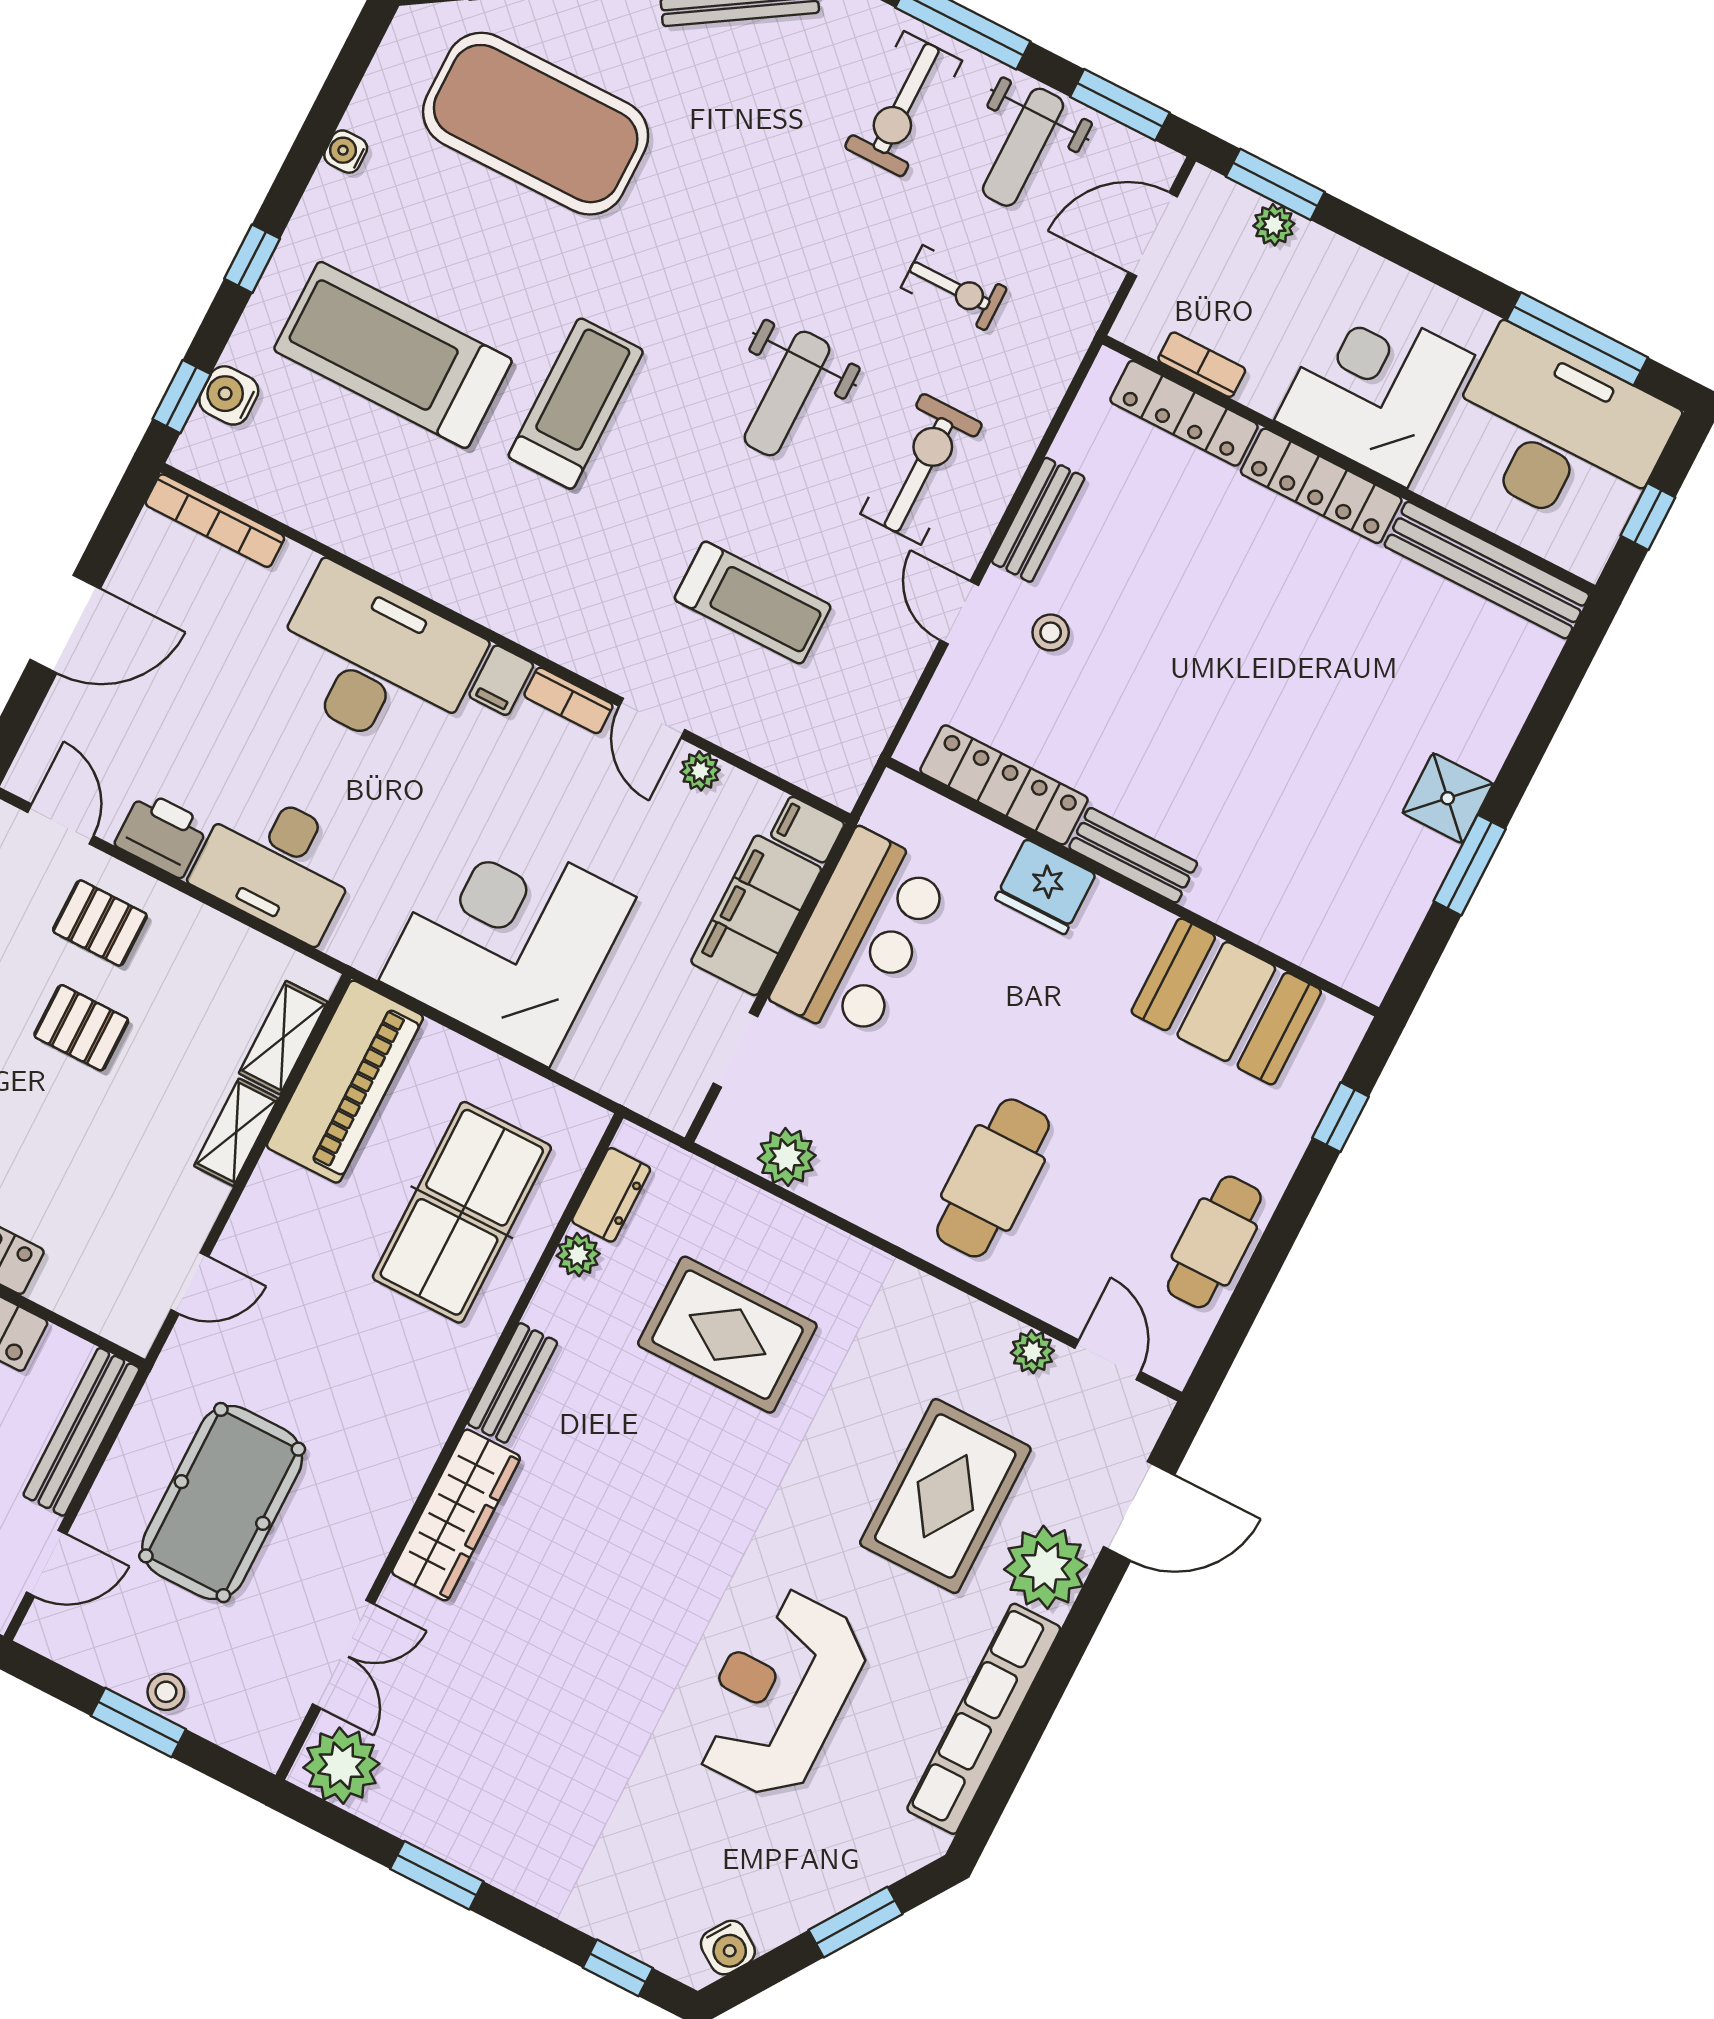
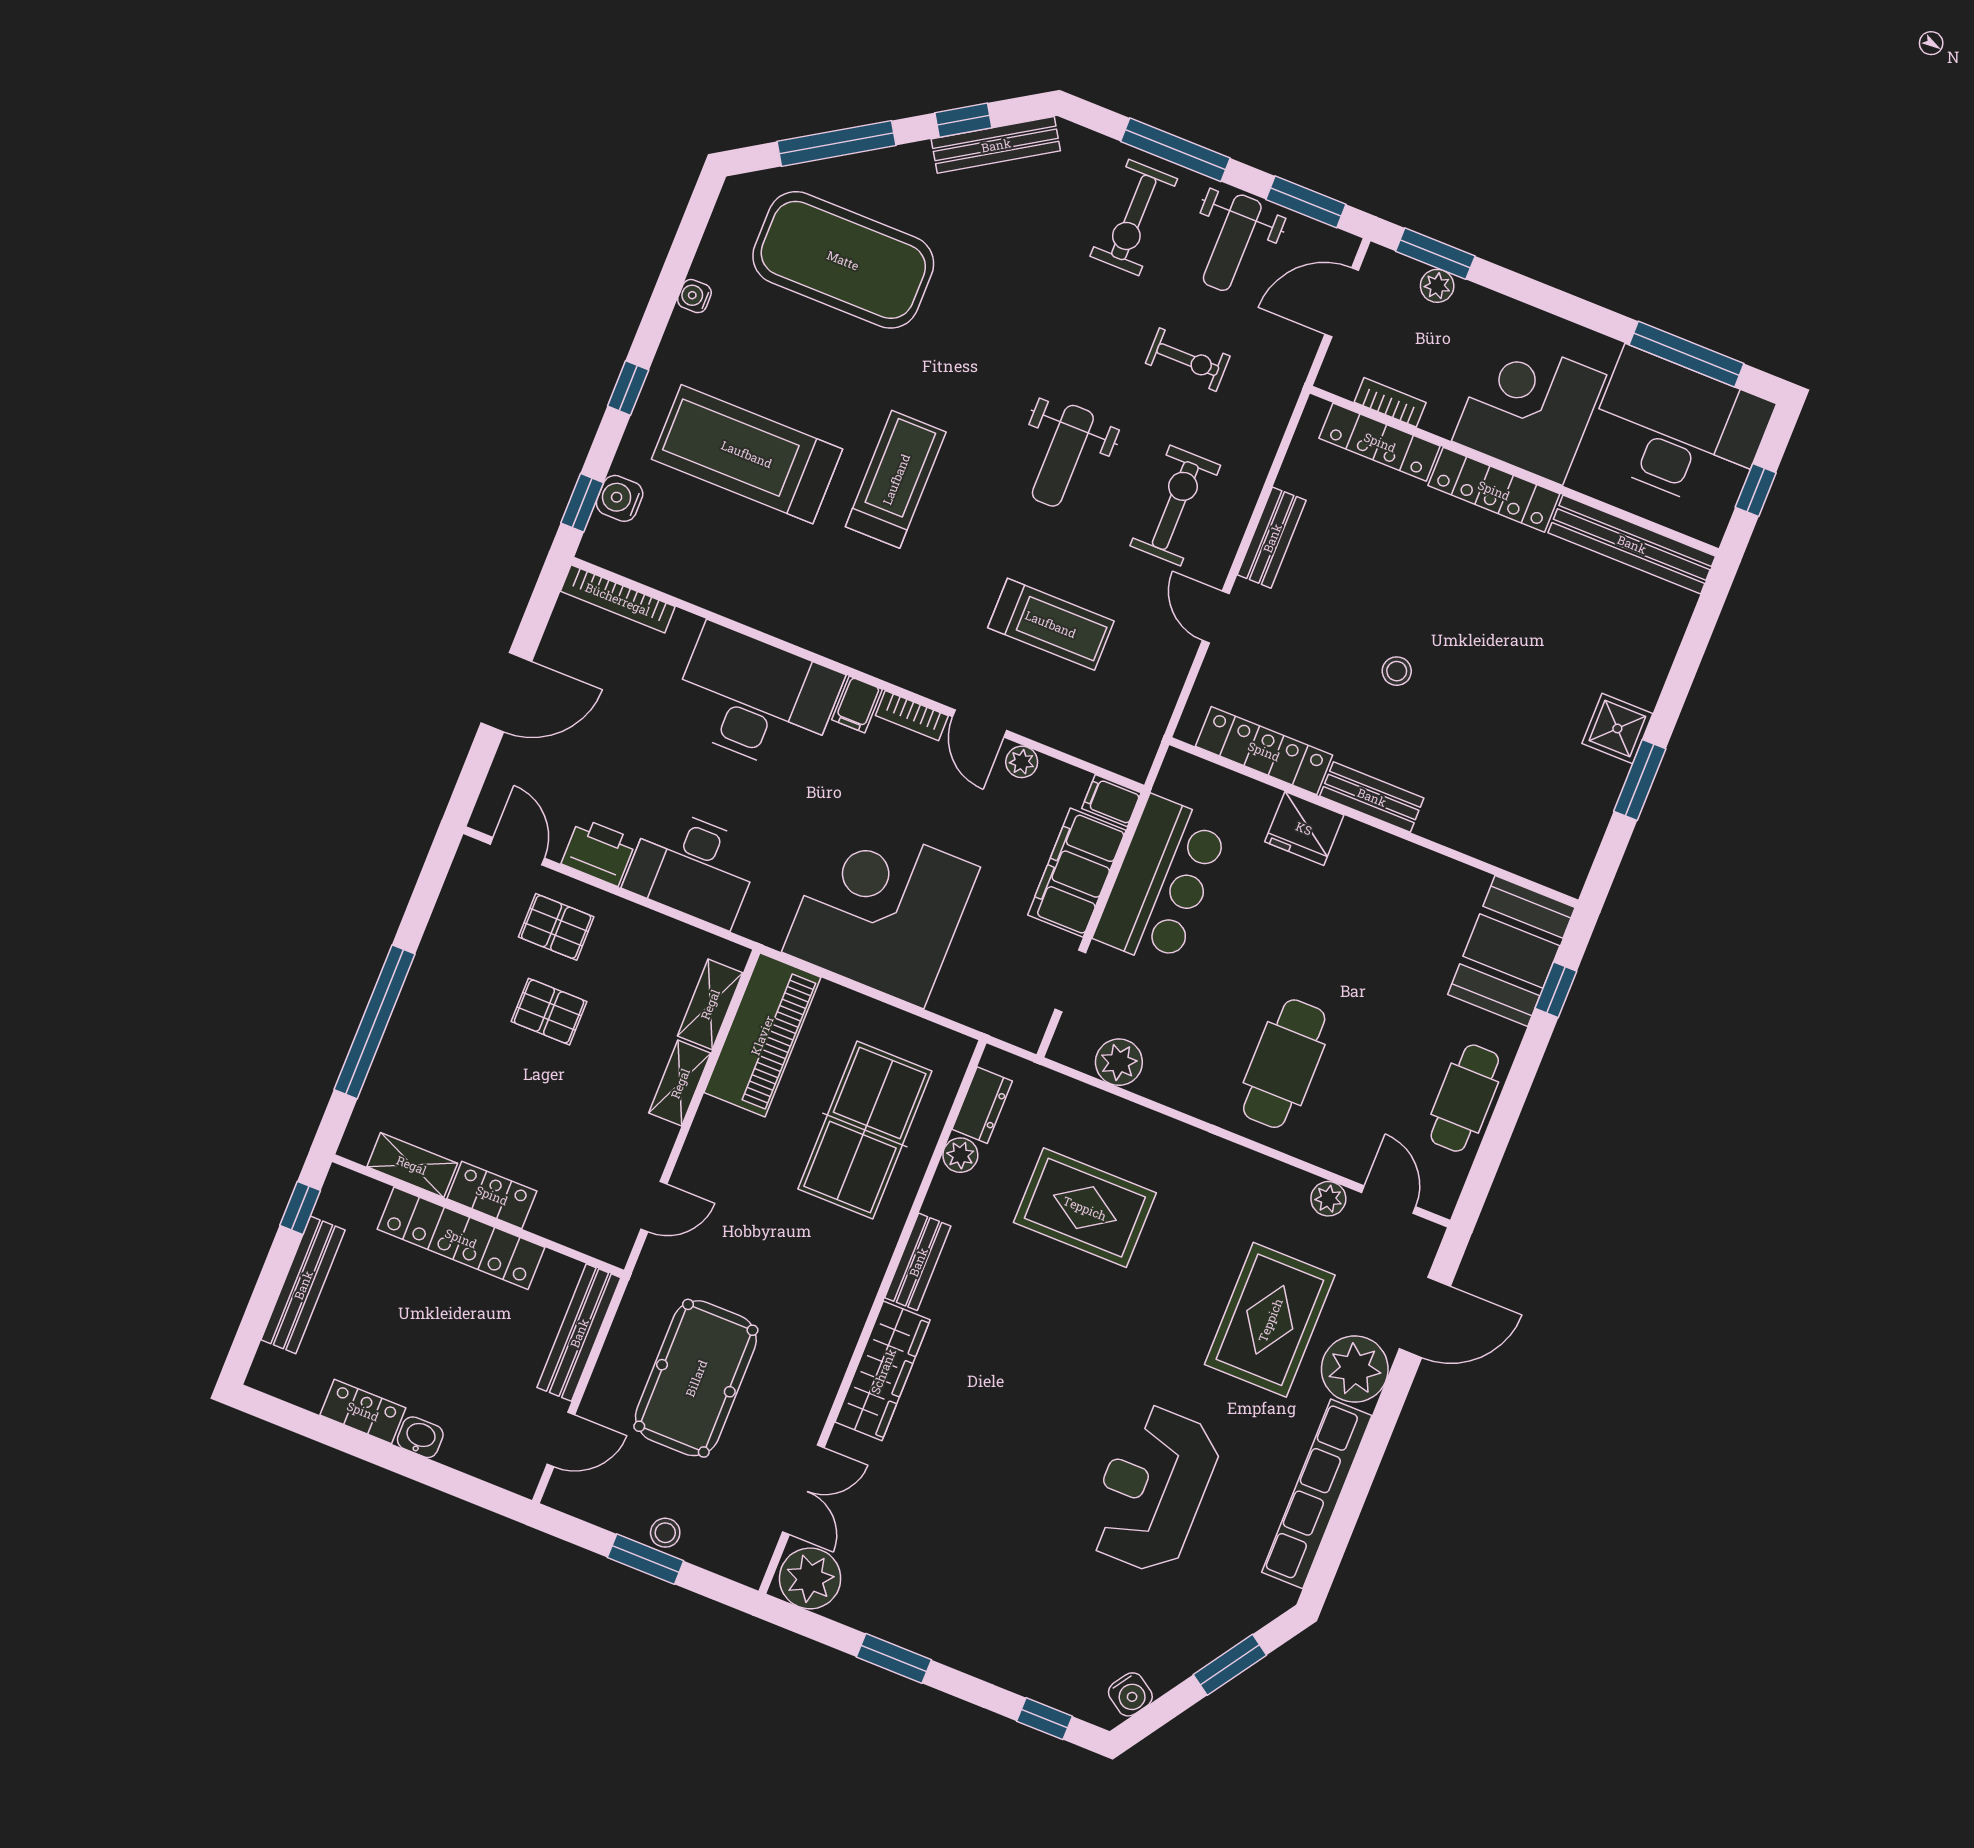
stool: (1051, 632) -> (1397, 671), moved
booth: (1226, 1002) -> (1511, 951), moved, turned 90

